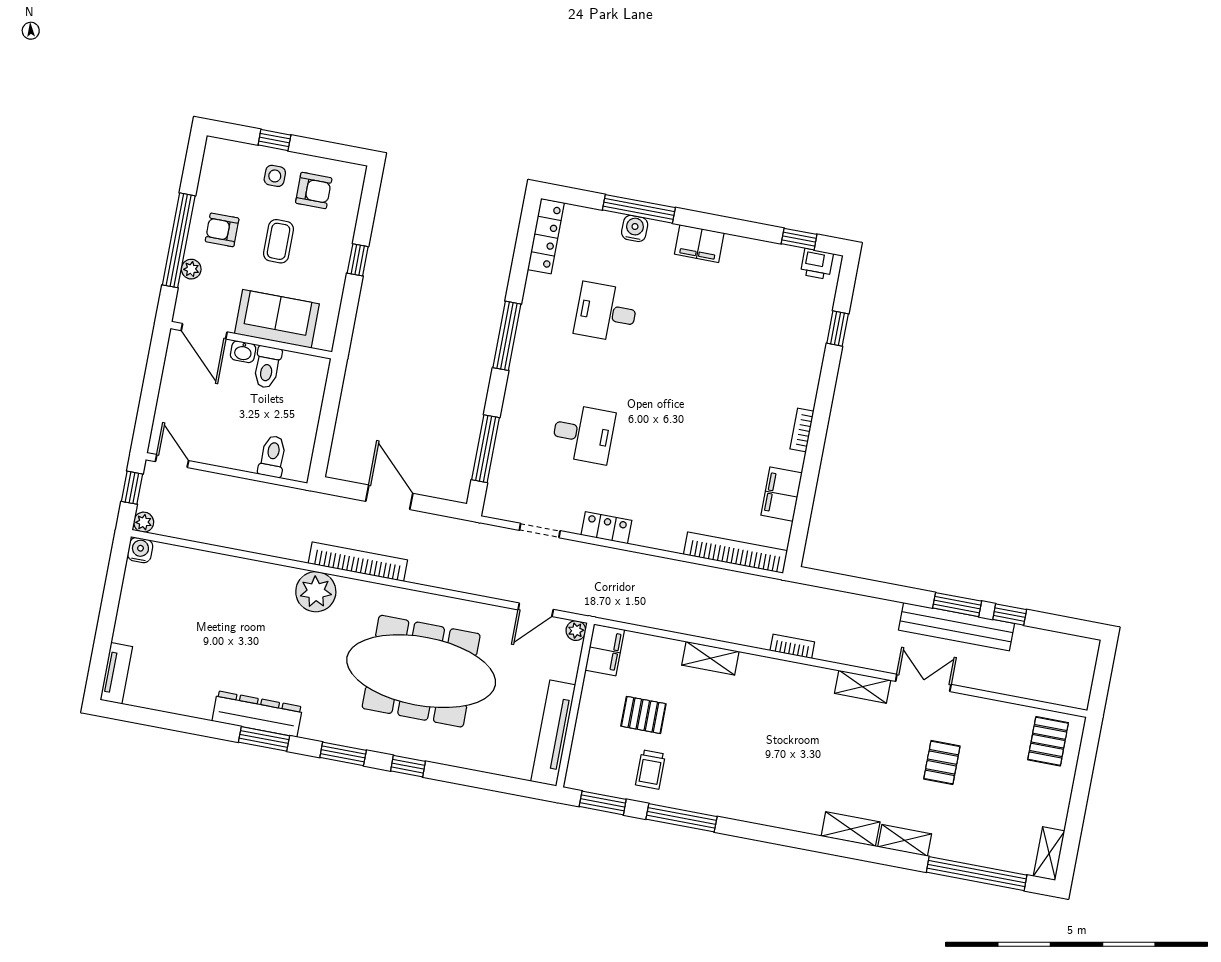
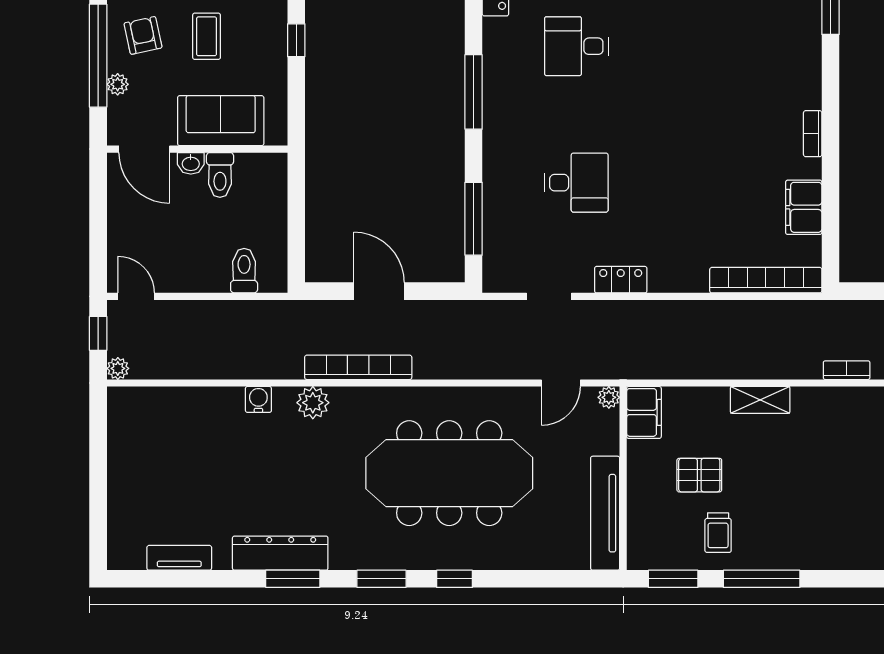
armchair: (222, 230) -> (143, 35), turned 78
water cooler: (140, 550) -> (258, 399), moved
plant: (316, 592) -> (313, 403), width x0.73, depth x0.73
tv unit: (116, 673) -> (179, 558), moved, turned -90

